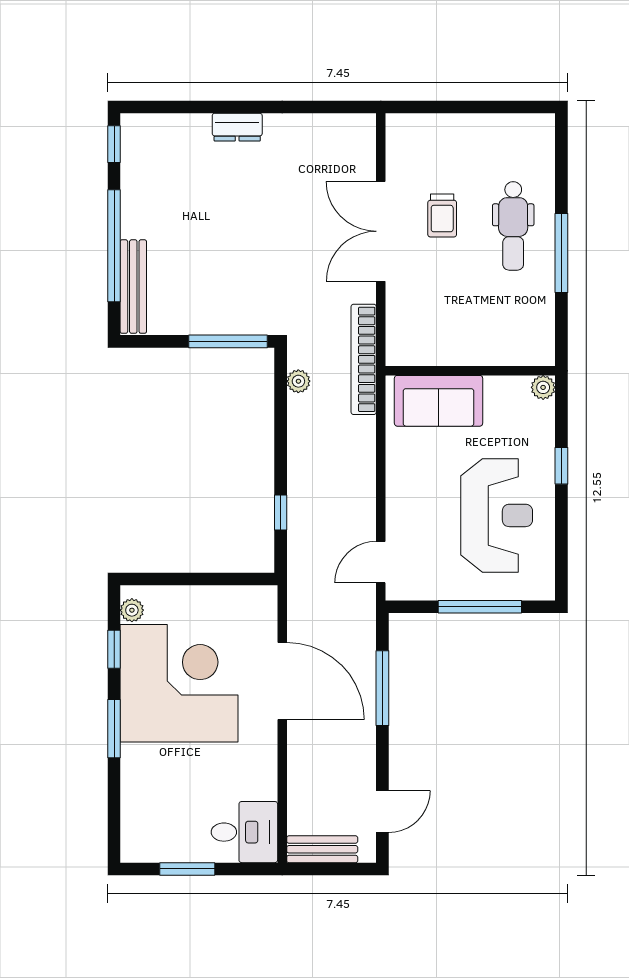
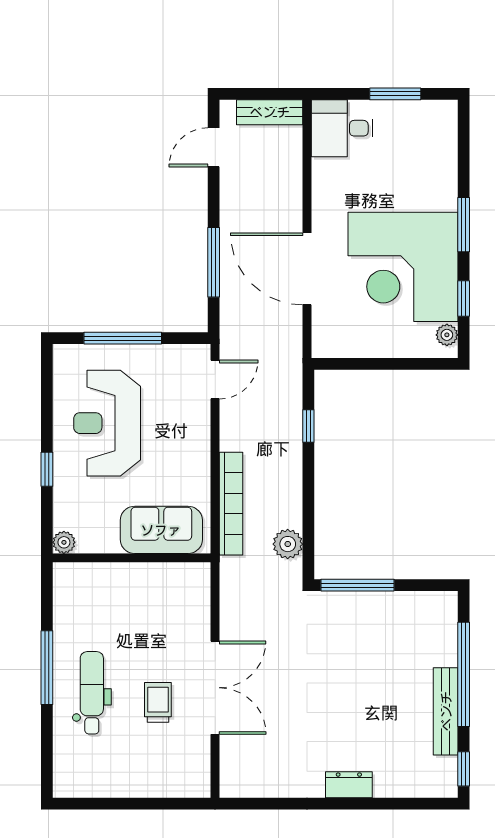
bench: (133, 287) -> (446, 711), moved
bookcase: (364, 359) -> (231, 504), moved
plant: (298, 381) -> (288, 544), width x1.38, depth x1.38

